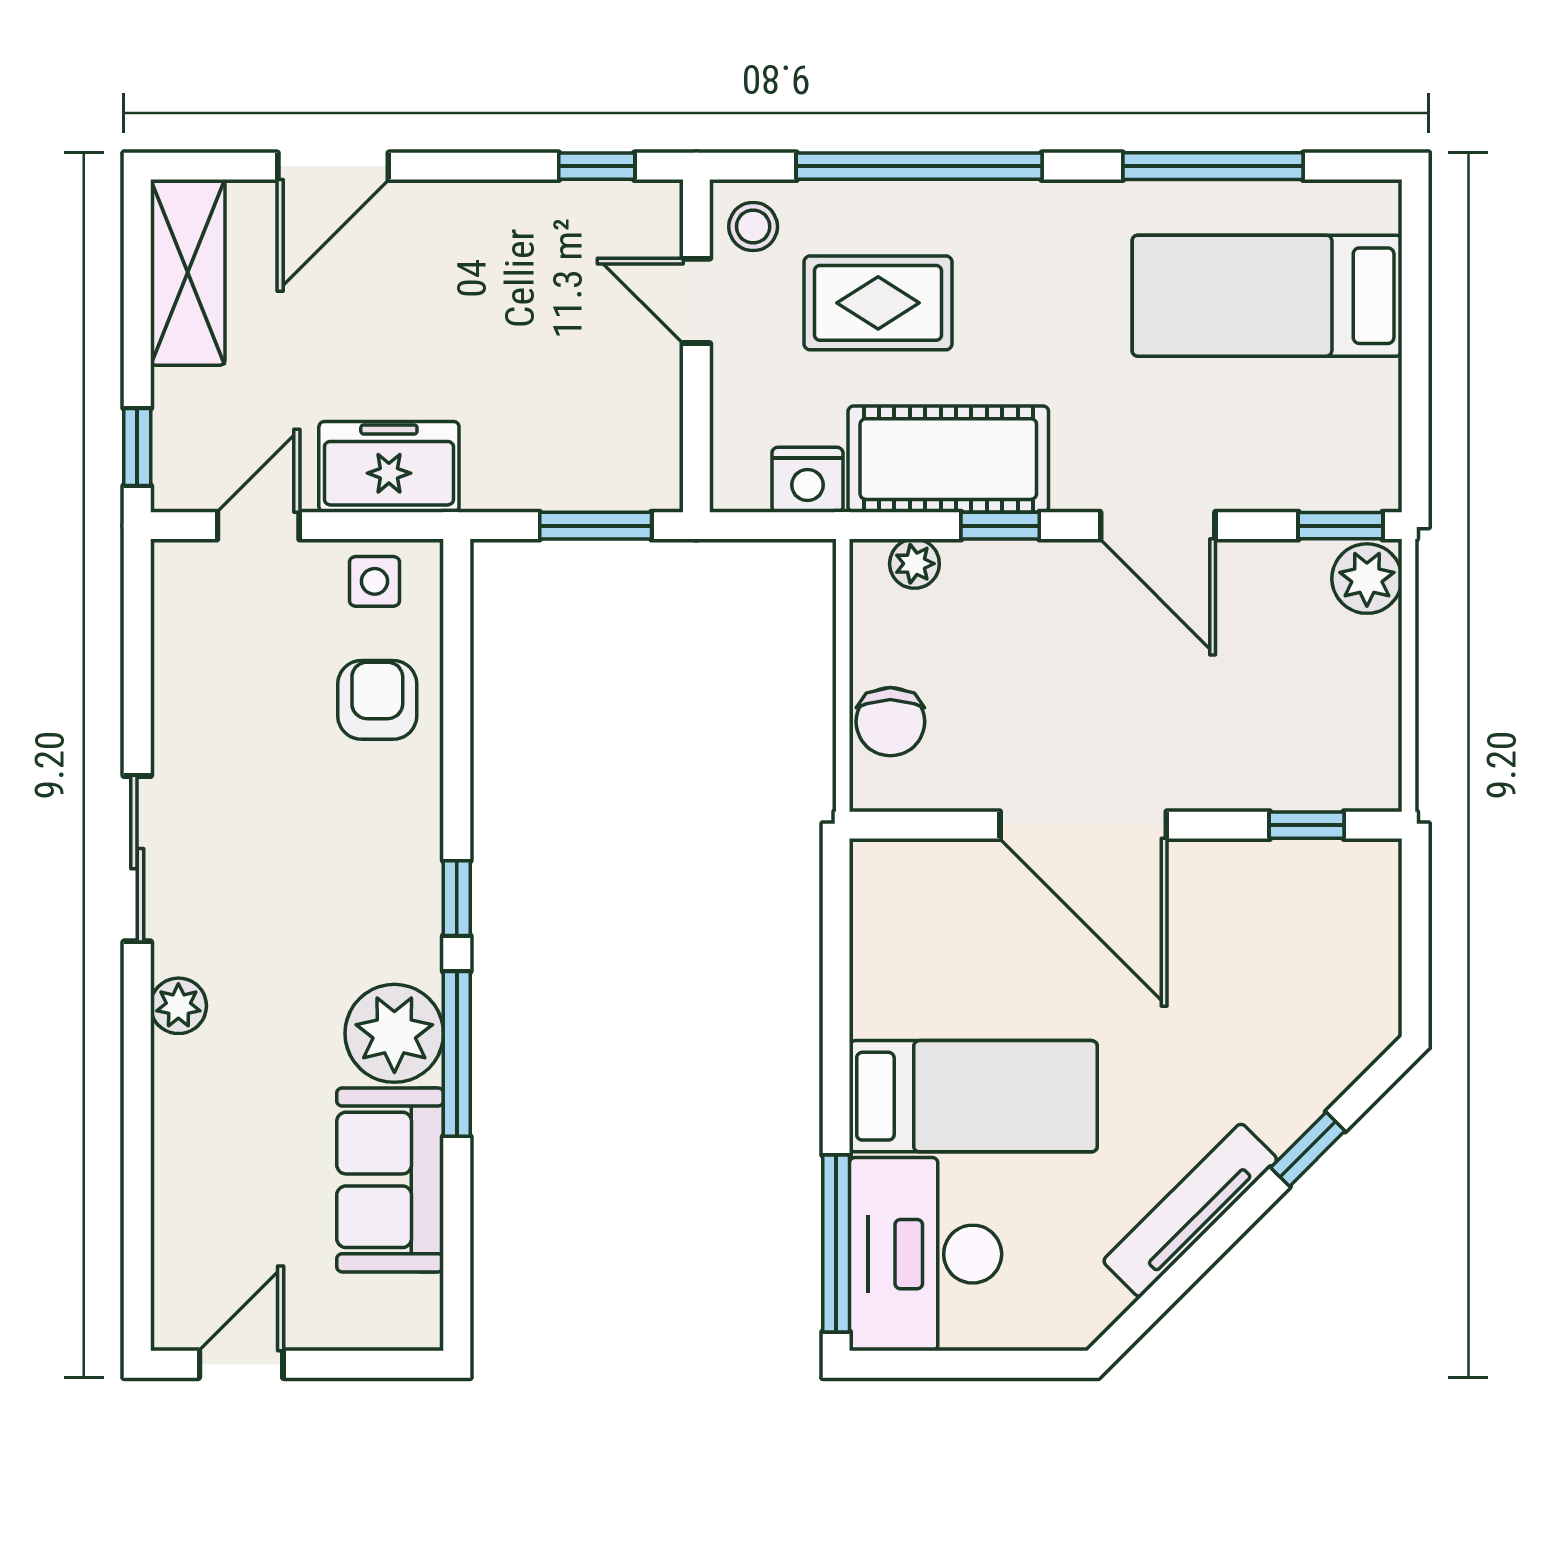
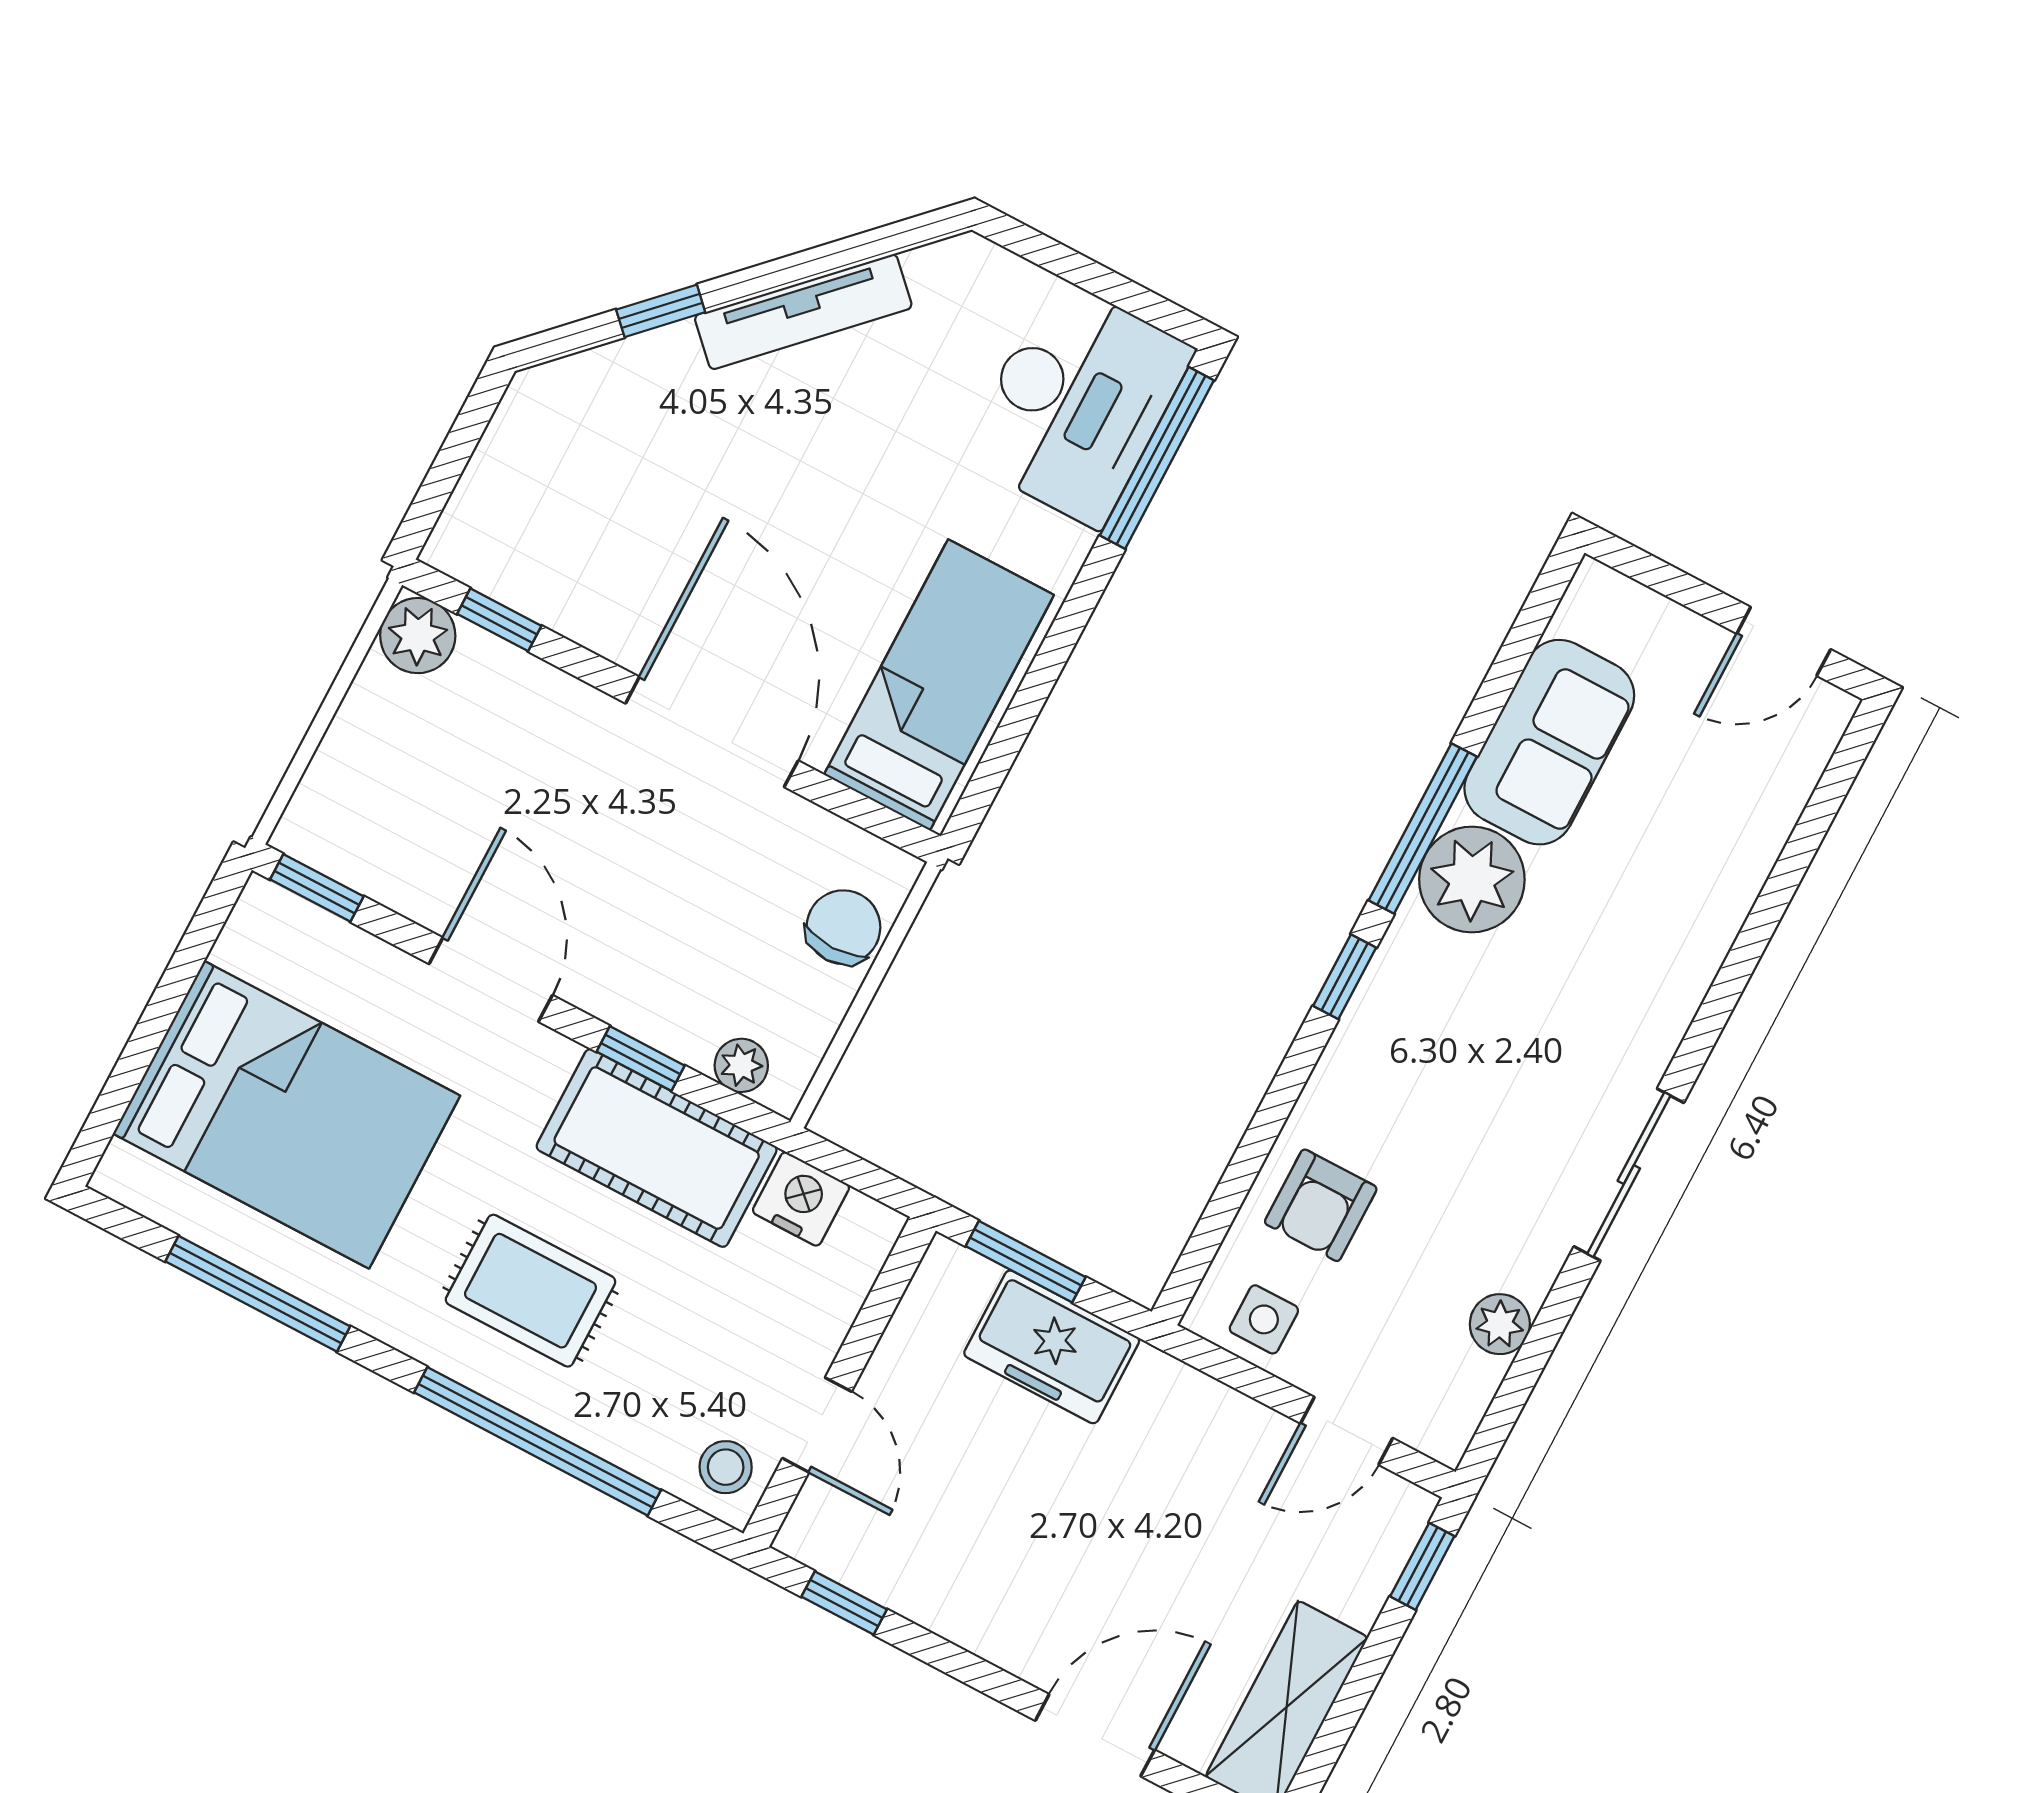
bed: (1267, 296) -> (287, 1115), width x1.50
rug: (878, 303) -> (531, 1291), moved
freezer: (389, 467) -> (1052, 1347), moved
plant: (1367, 579) -> (418, 636), moved
plant: (178, 1006) -> (1500, 1324), moved
bed: (973, 1096) -> (939, 685), moved, turned 90

